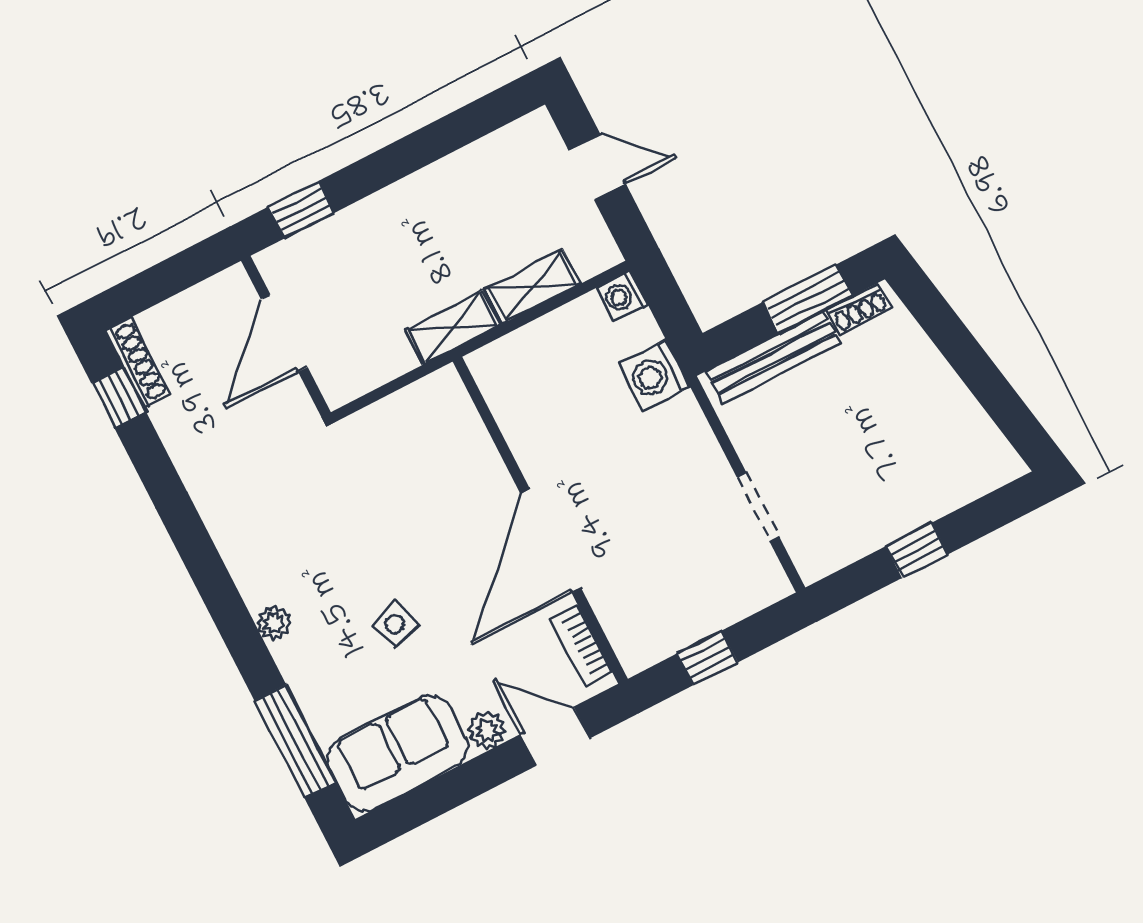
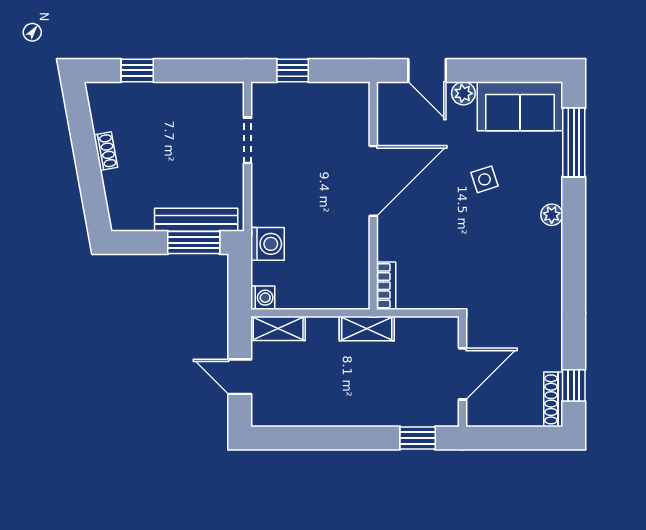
shelving: (533, 287) -> (278, 328), moved
window: (807, 299) -> (194, 243), moved
shoe rack: (859, 308) -> (106, 151), moved, turned 80
window: (917, 550) -> (137, 70), moved
bookcase: (582, 646) -> (386, 286), moved
window: (707, 658) -> (293, 70), moved

